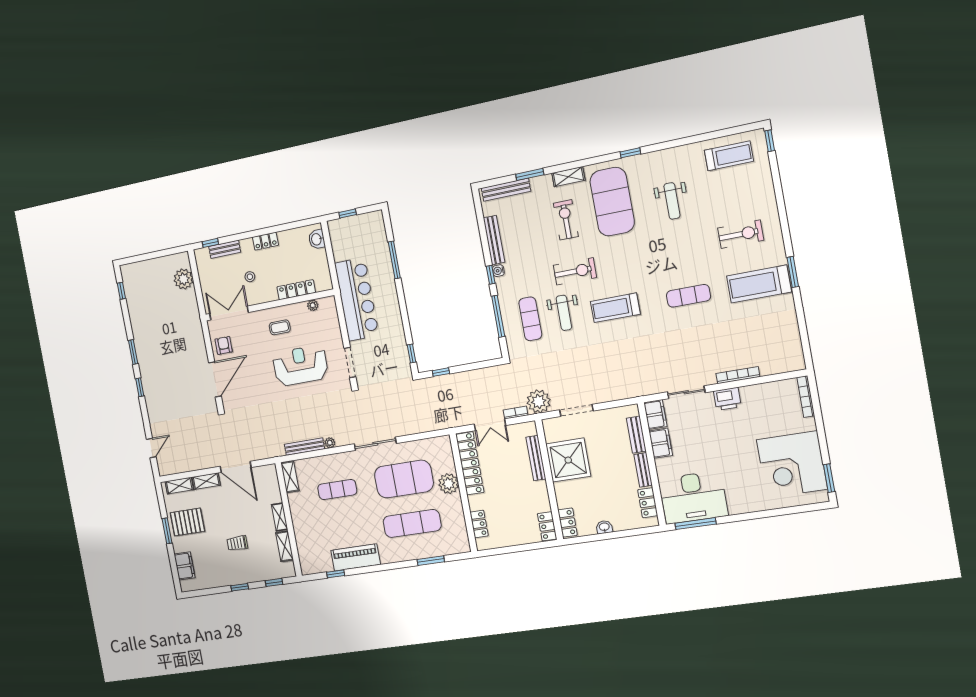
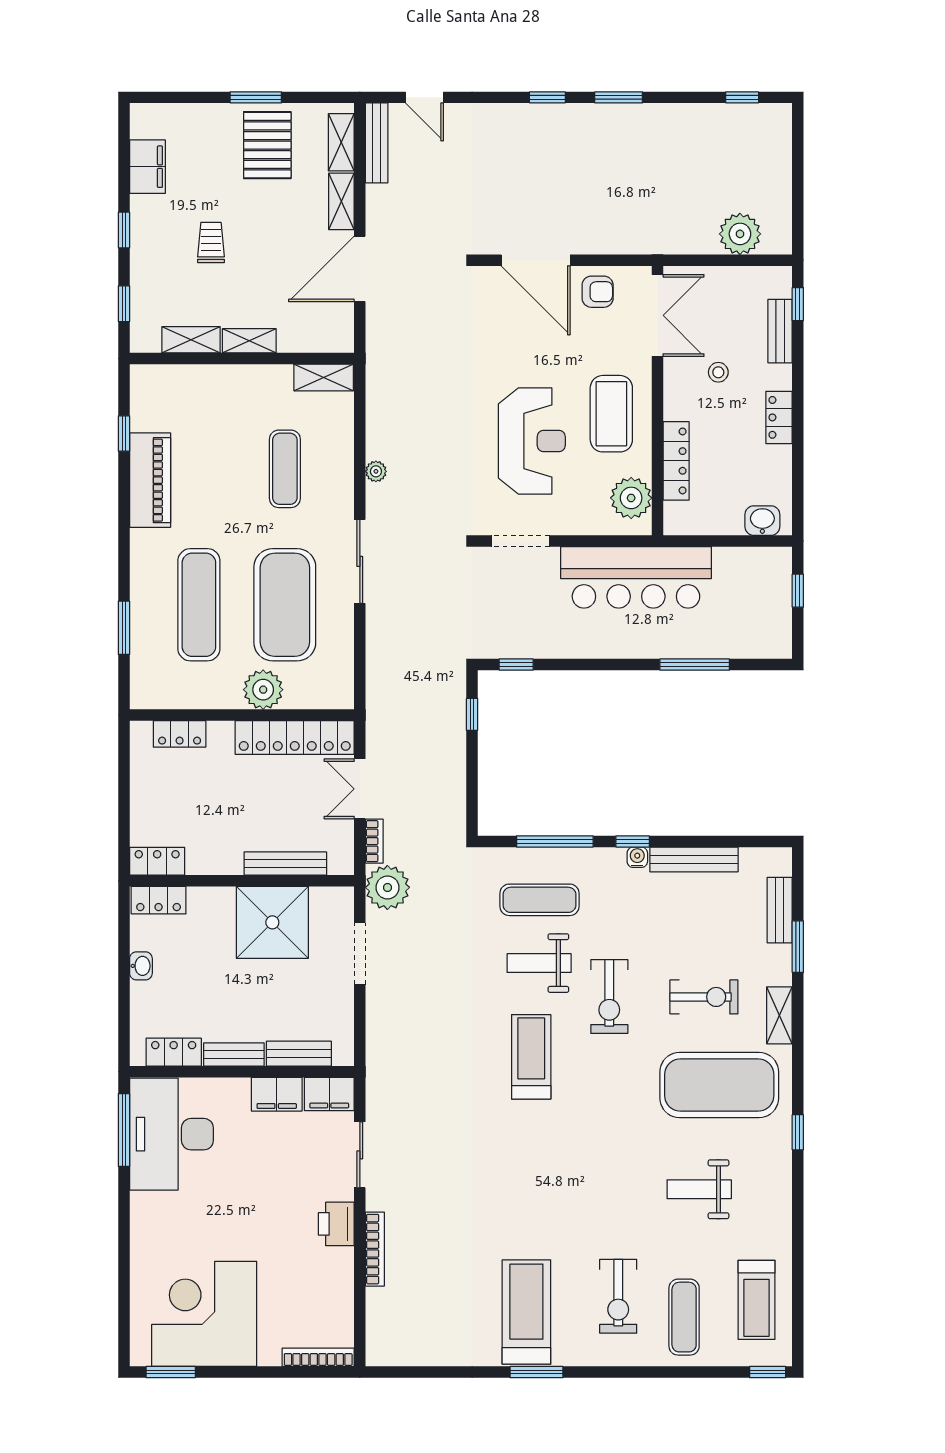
bench: (506, 190) -> (780, 910), width x0.73
exercise mat: (688, 296) -> (684, 1317), moved
plant: (313, 305) -> (631, 498), width x1.88, depth x1.88
coffee table: (280, 327) -> (611, 414), width x1.86, depth x1.72
bench: (304, 447) -> (377, 143), moved
filing cabinet: (184, 566) -> (147, 167), moved, turned -90

